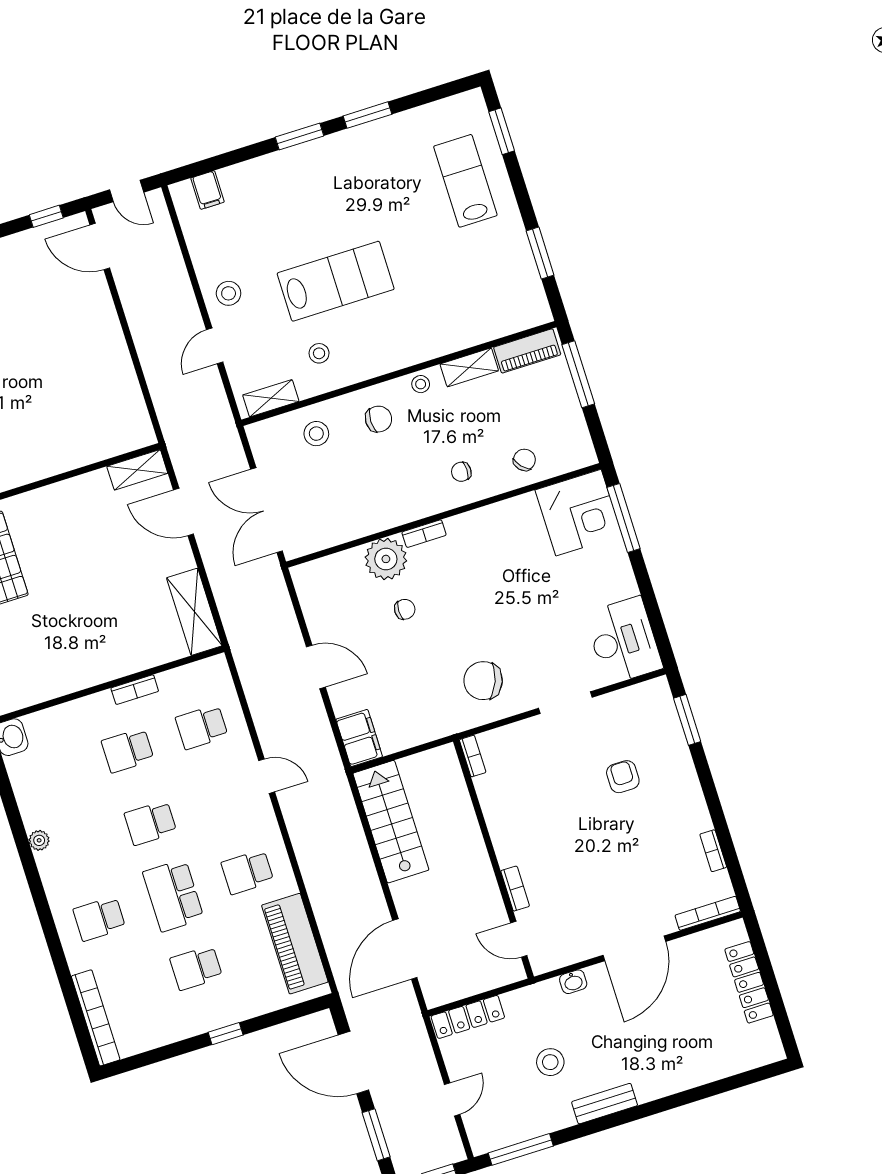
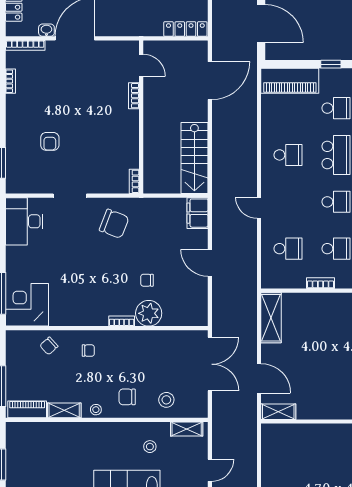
piano: (295, 944) -> (290, 81), moved, turned 90
washbasin: (573, 982) -> (46, 30), moved

